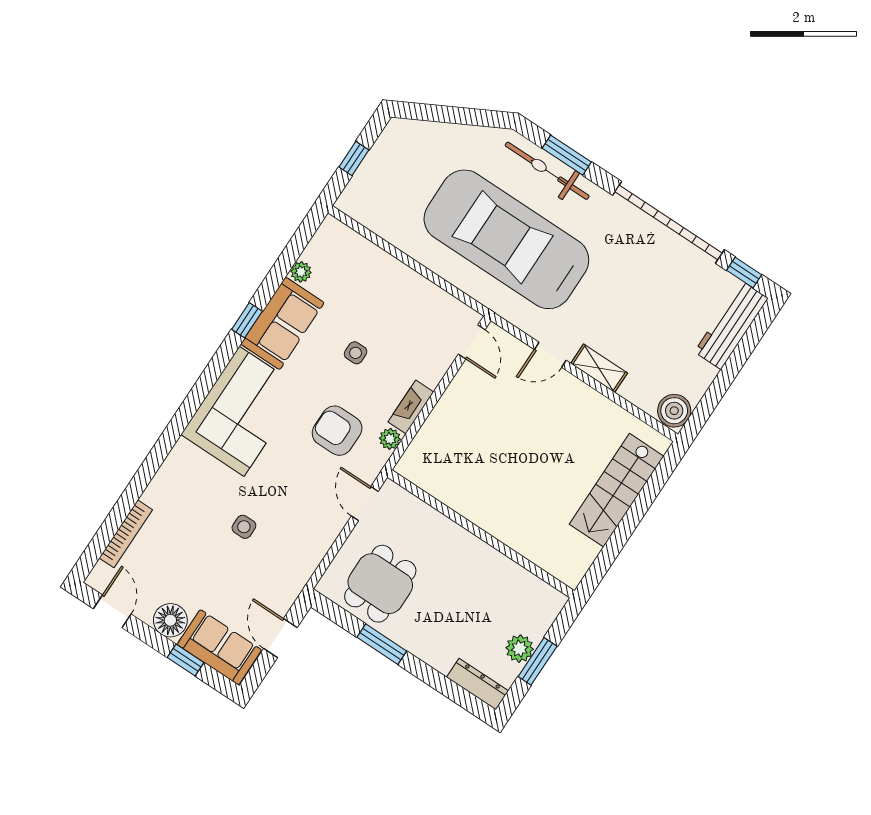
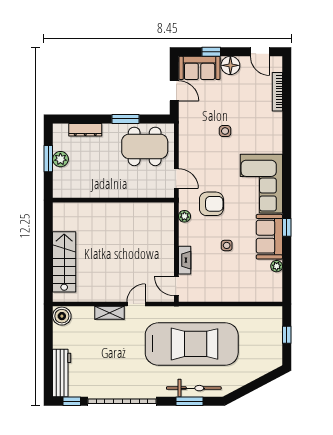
fireplace: (411, 407) -> (185, 260), moved
dining table: (380, 584) -> (145, 146), width x1.38
dresser: (477, 684) -> (85, 130), moved

